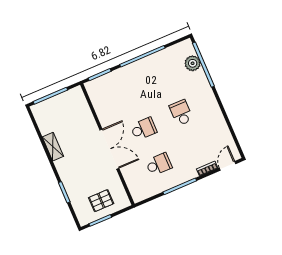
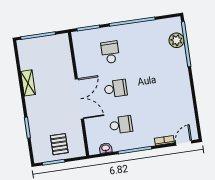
school desk: (181, 113) -> (110, 52), moved
washbasin: (149, 192) -> (106, 148), added
pallet: (101, 201) -> (59, 144), turned 90

